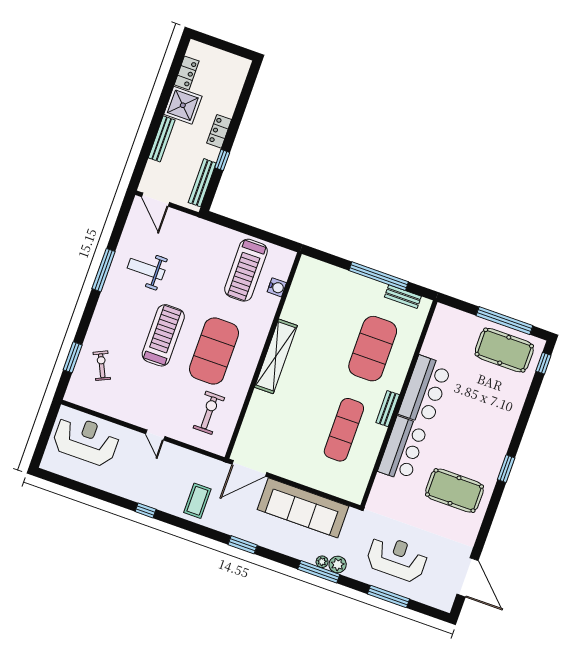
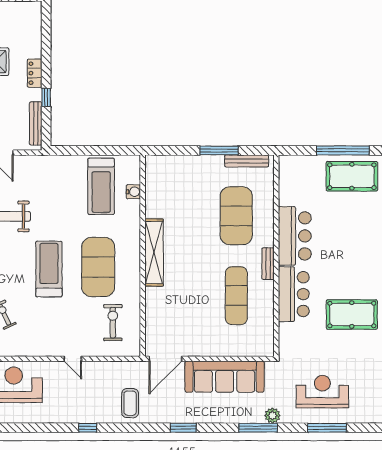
window: (379, 276) -> (219, 150), width x0.68
bench: (403, 297) -> (247, 161), width x1.36
plant: (322, 562) -> (258, 418), removed

